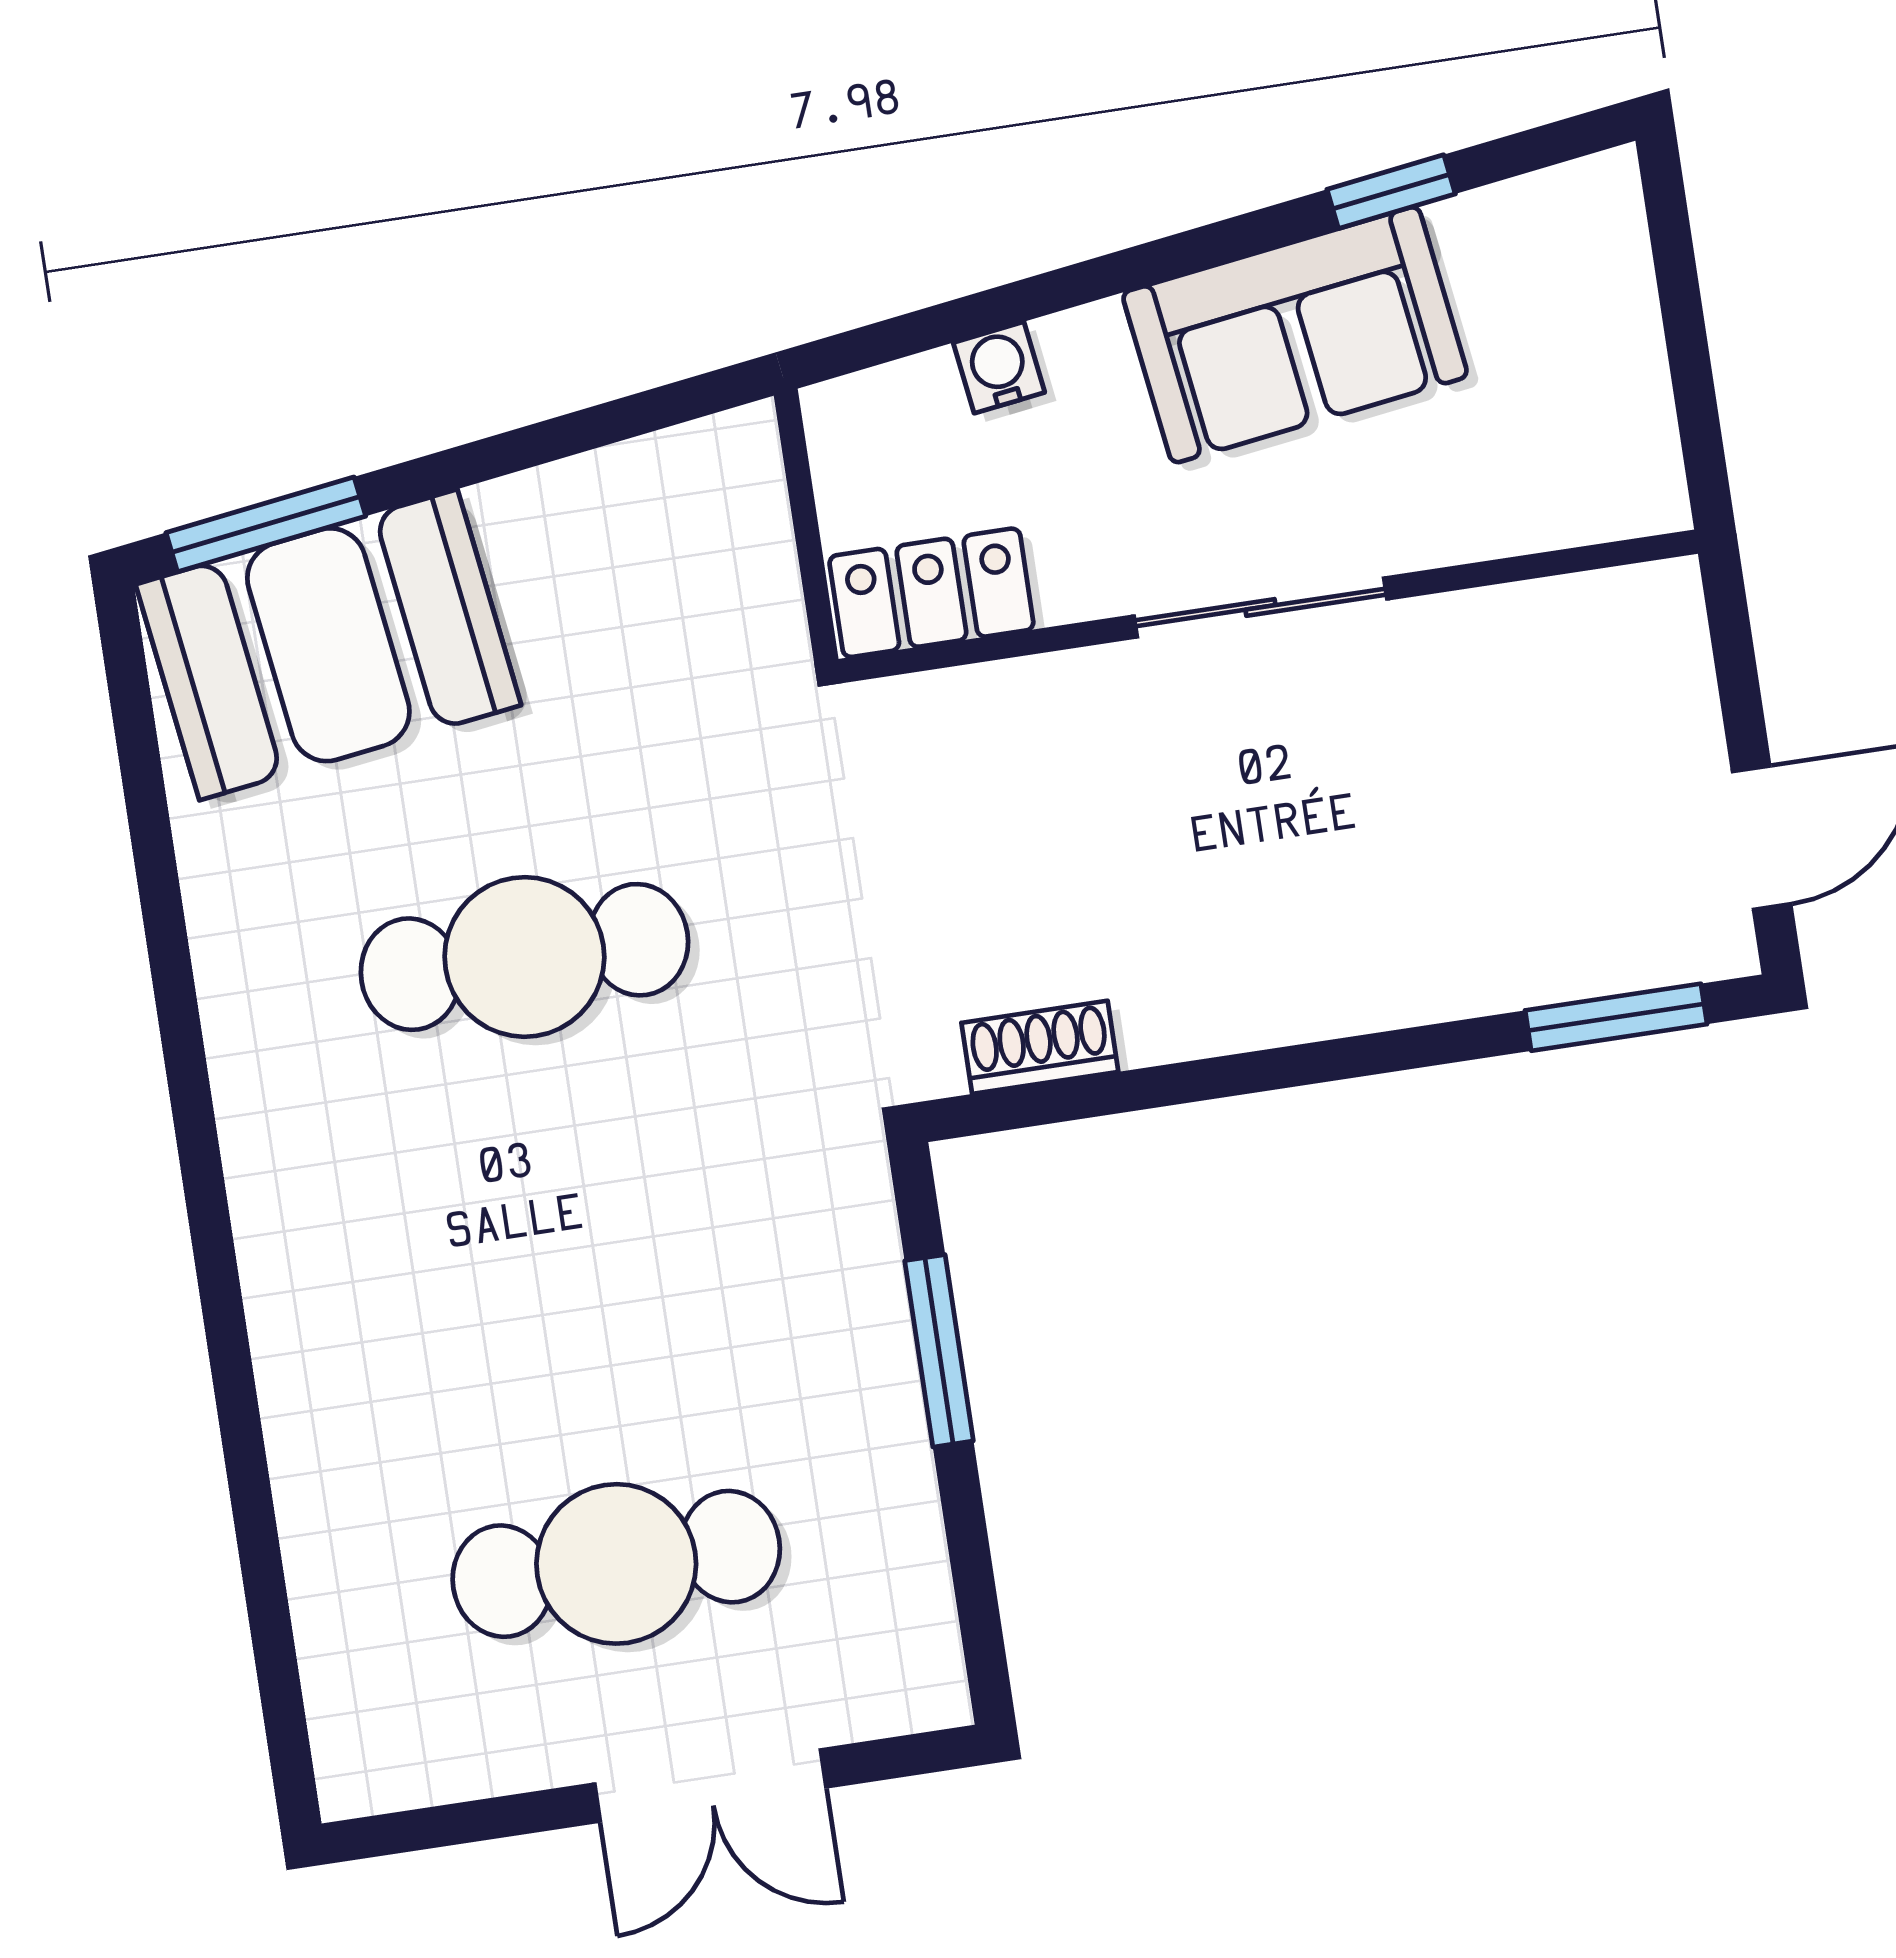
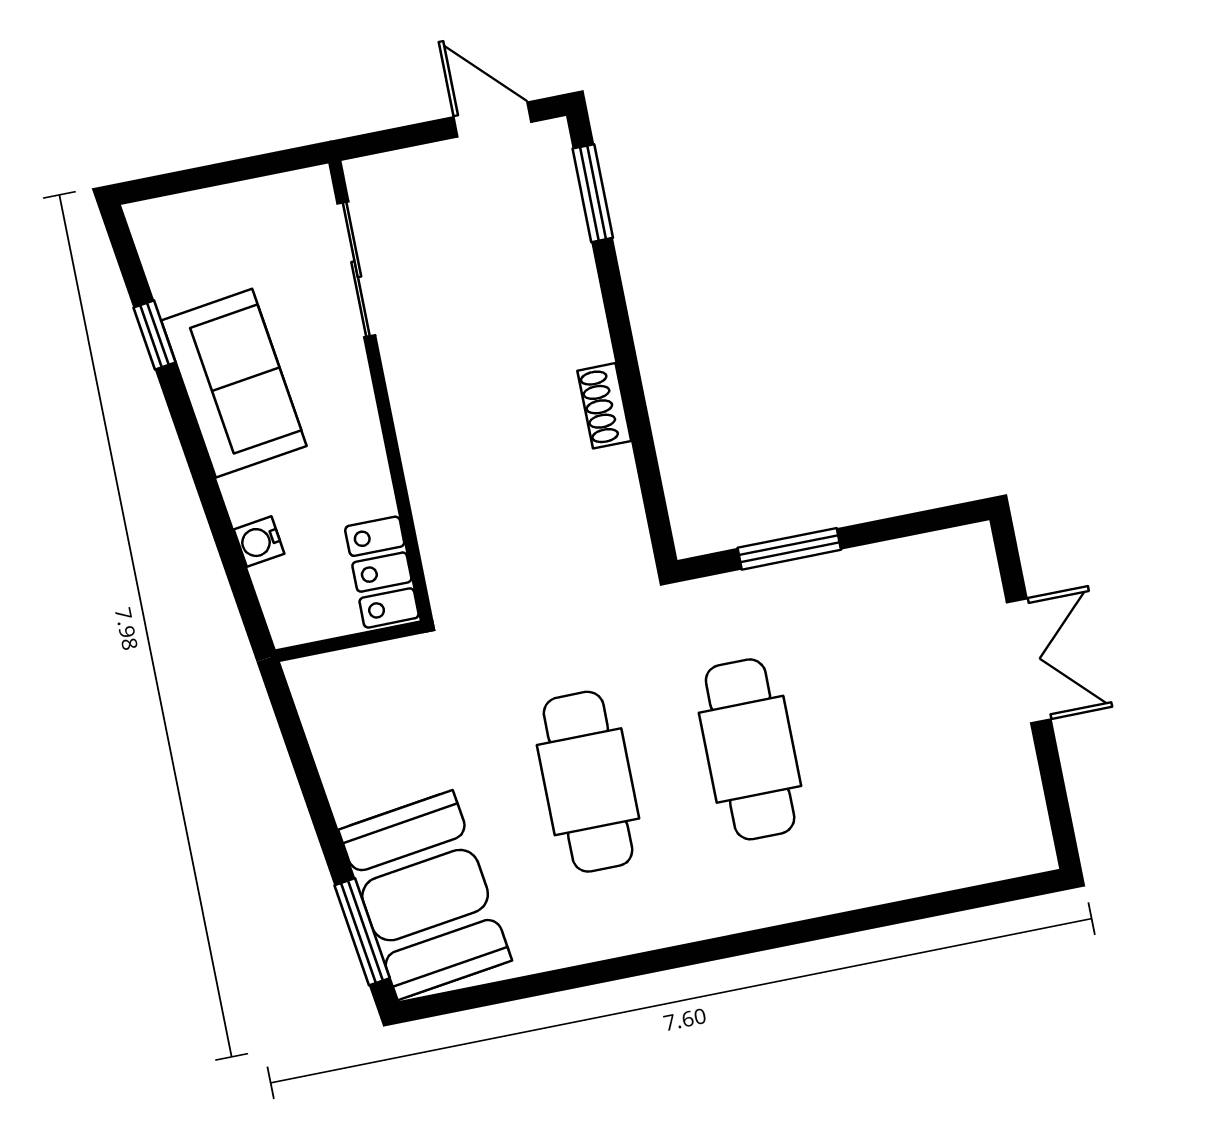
sliding door: (1260, 607) -> (356, 269), moved
shoe rack: (1040, 1047) -> (604, 406), moved
cafe table: (616, 1564) -> (750, 749), moved

